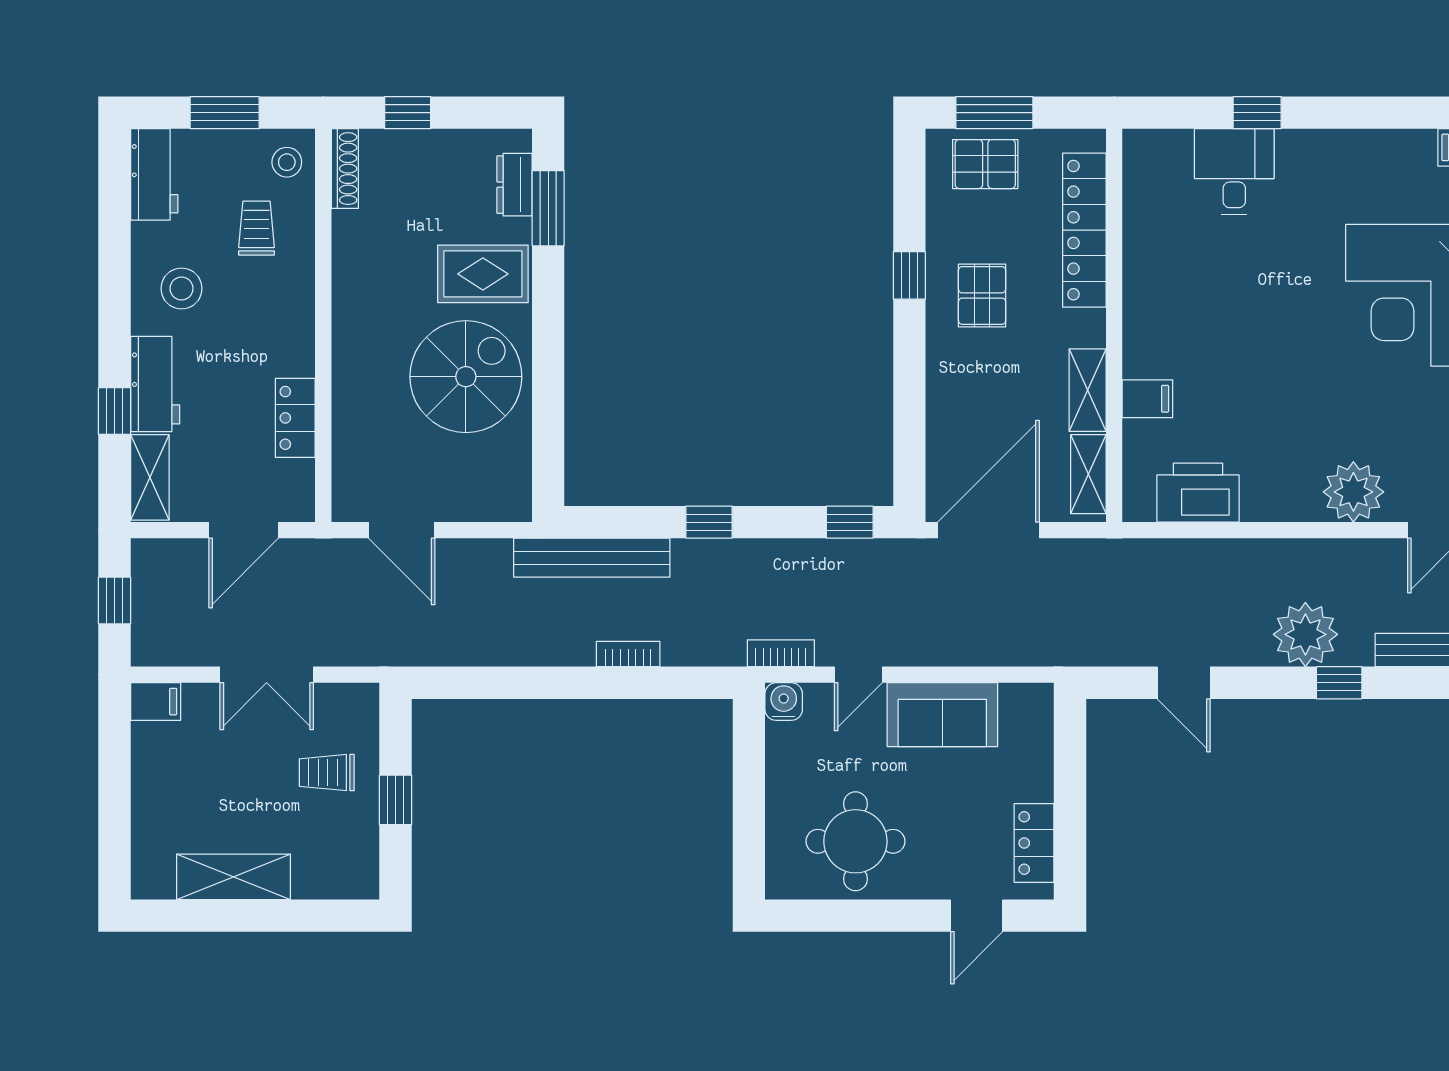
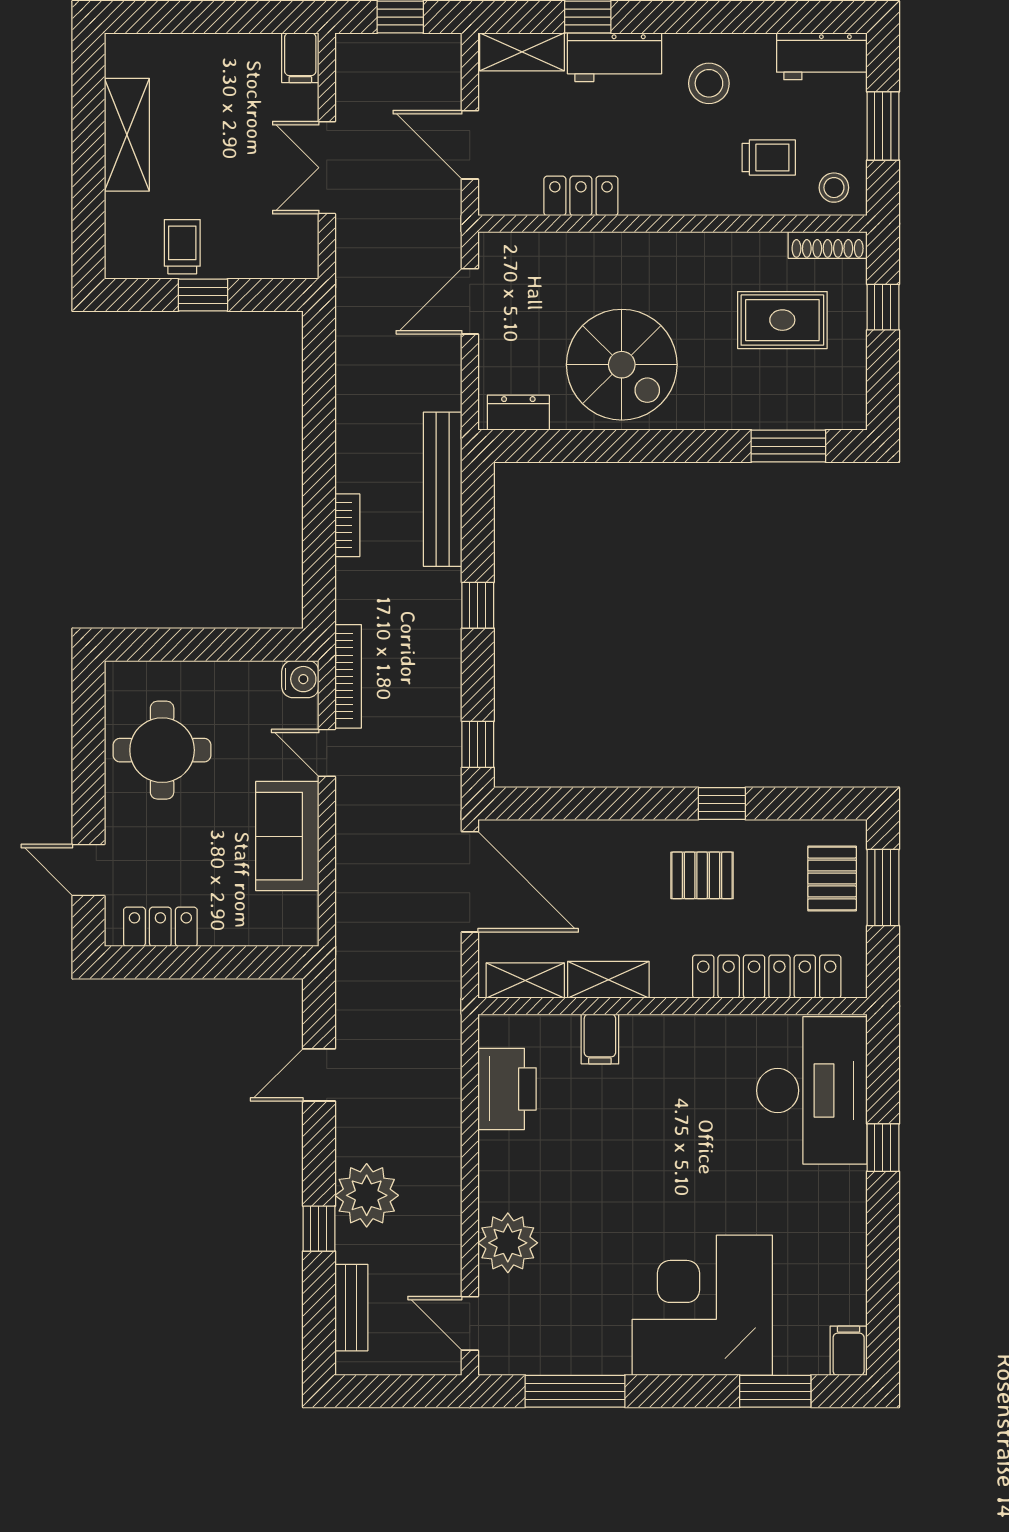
desk: (1234, 172) -> (812, 1090), width x1.87, depth x1.30
dresser: (514, 185) -> (518, 413), moved
rug: (483, 274) -> (782, 320), moved, turned 90
bookcase: (781, 653) -> (348, 676), width x1.56
trolley: (327, 773) -> (182, 247), moved

